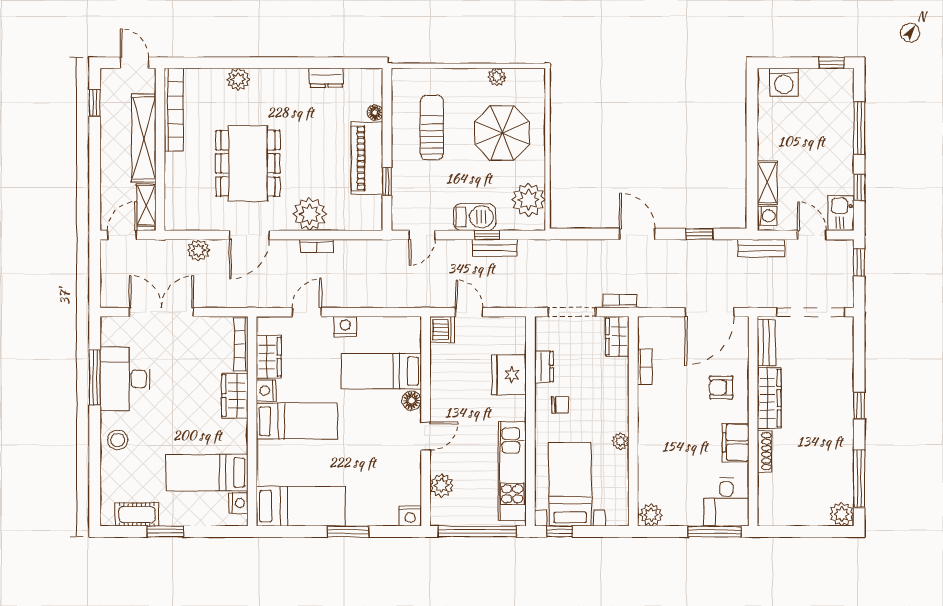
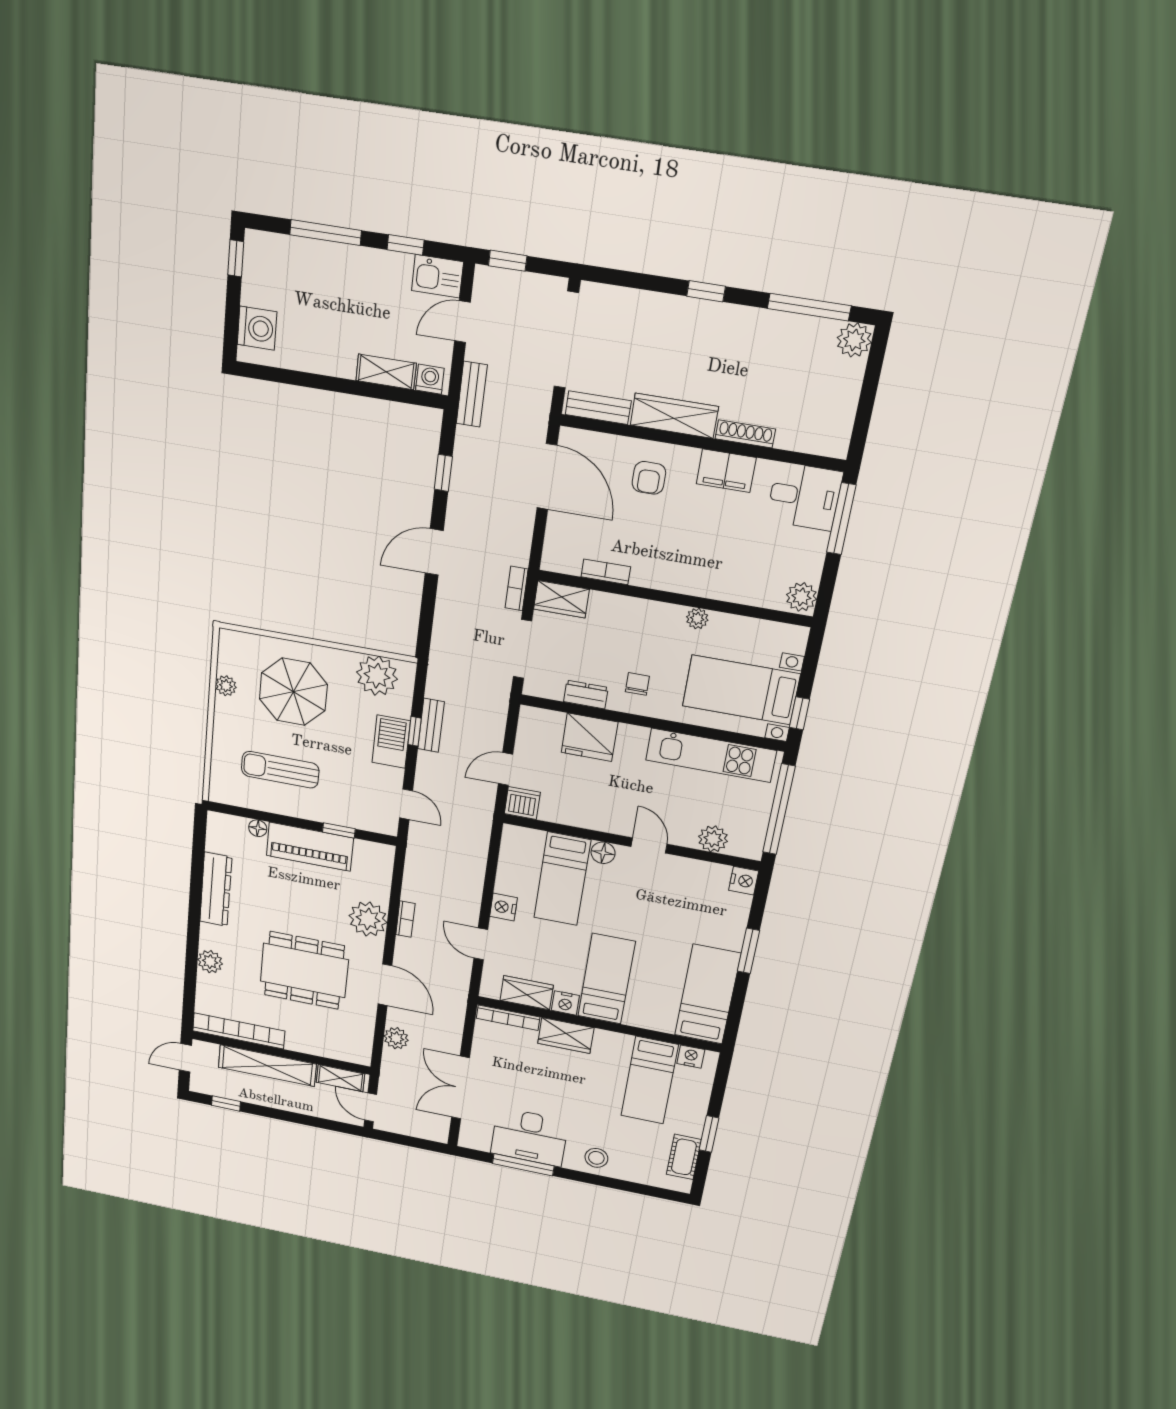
dresser: (326, 78) -> (216, 889), width x1.96, depth x1.24

